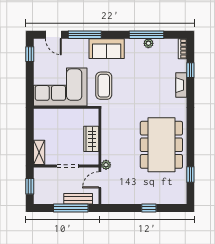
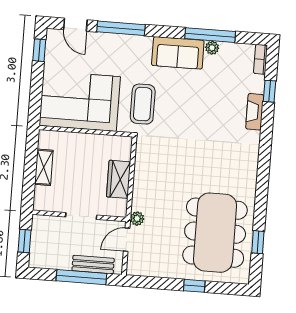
sofa: (107, 49) -> (178, 53), moved
dining table: (161, 145) -> (215, 233), moved
shelving: (39, 152) -> (44, 167), moved

